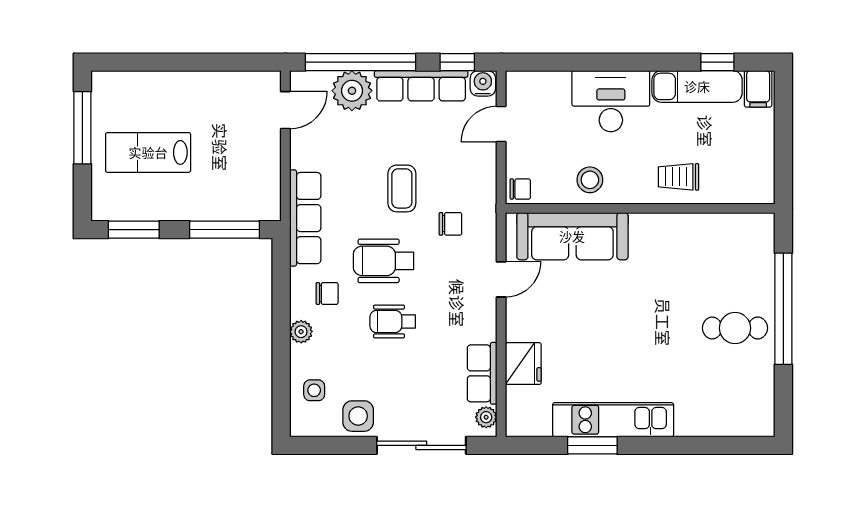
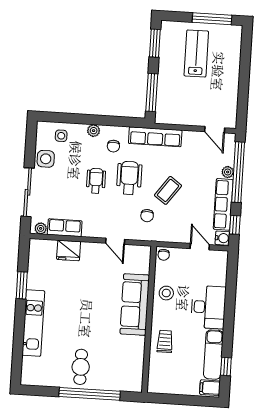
plant: (352, 91) -> (228, 172), width x0.53, depth x0.53
coffee table: (402, 188) -> (168, 190), turned -54
sofa: (572, 236) -> (135, 305), moved
kitchen unit: (613, 420) -> (33, 323), moved

